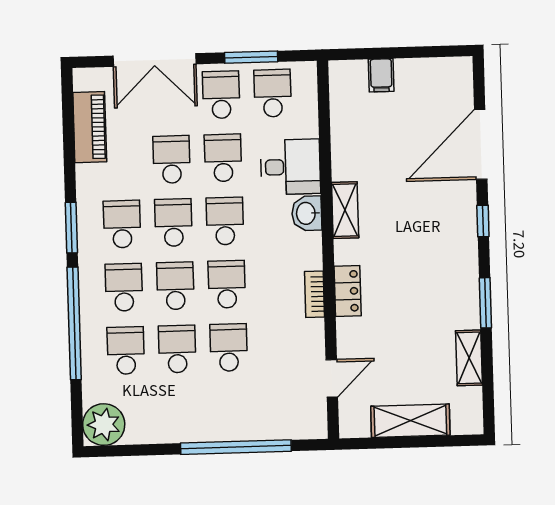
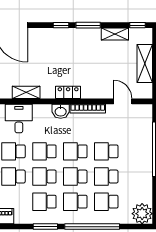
shelving: (345, 210) -> (26, 92), moved
washbasin: (307, 213) -> (61, 111), moved
window: (483, 221) -> (61, 25), moved
locker: (348, 291) -> (68, 92), moved
bookcase: (315, 294) -> (88, 109), width x1.56
window: (488, 404) -> (137, 25), added

